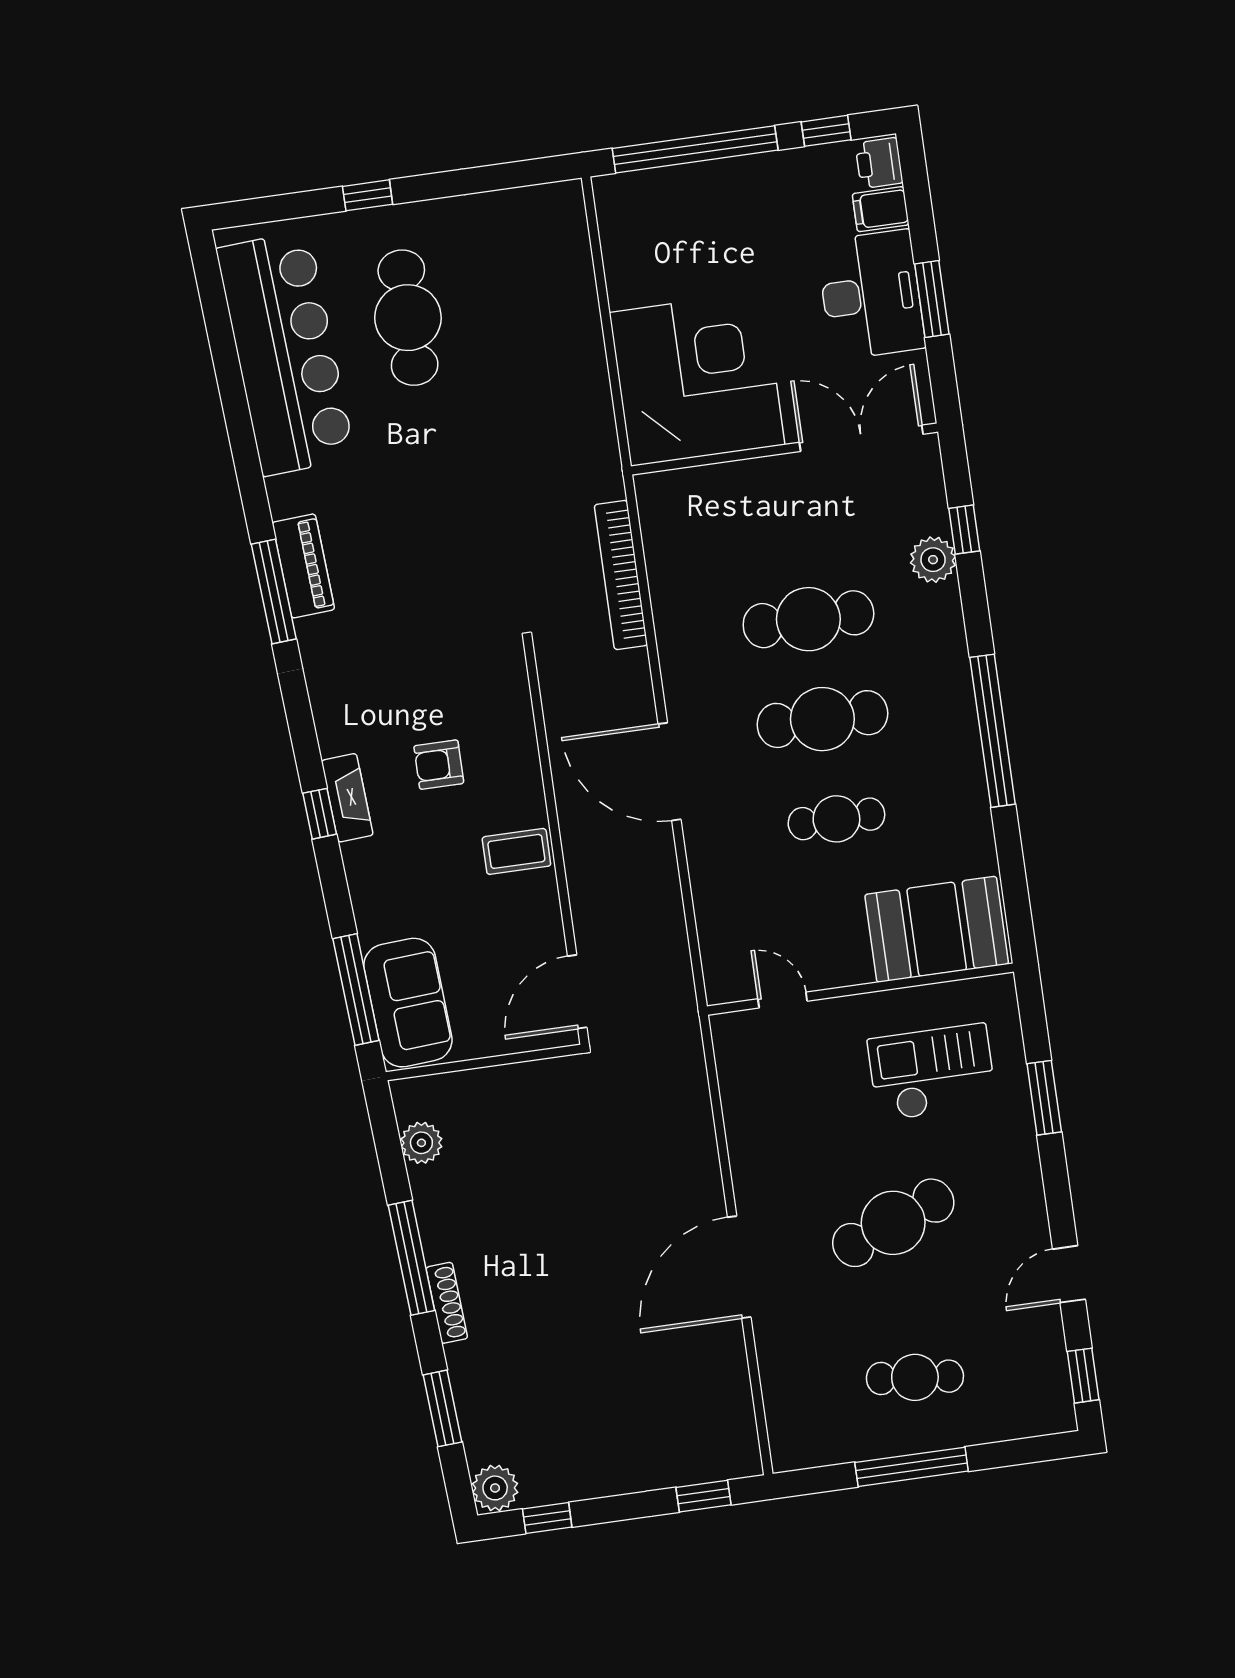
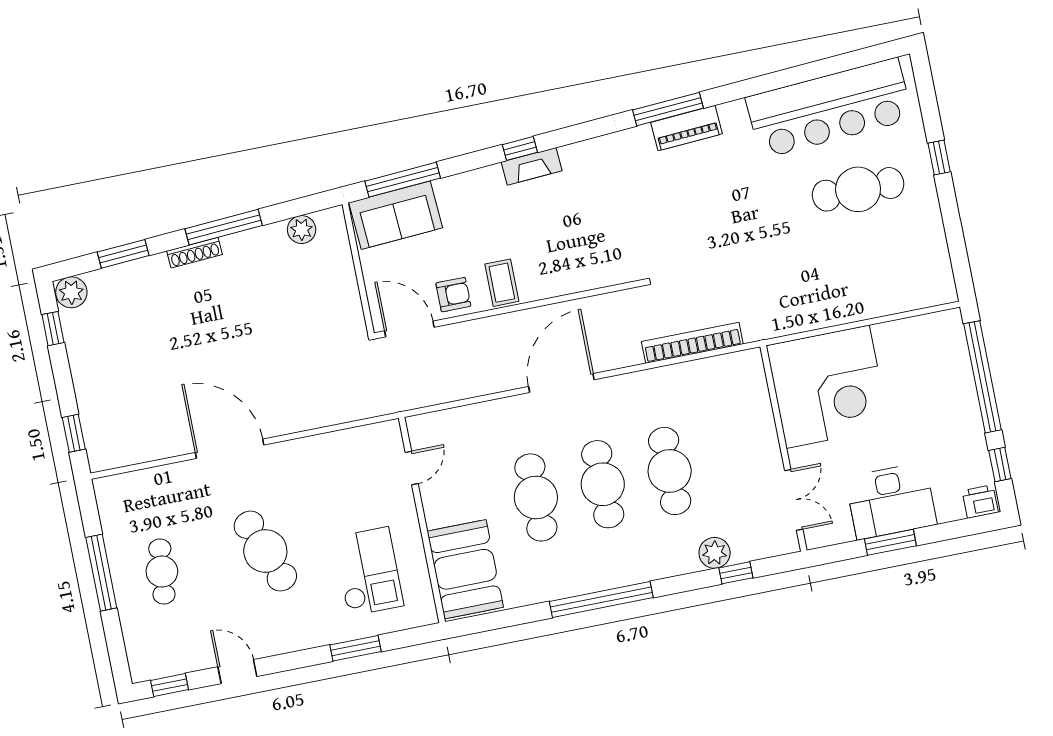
filing cabinet: (881, 209) -> (949, 504), removed
double door: (861, 438) -> (794, 500), width x0.73
armchair: (439, 765) -> (453, 295), moved, turned 90
cafe table: (836, 819) -> (536, 497), width x1.37, depth x1.35

